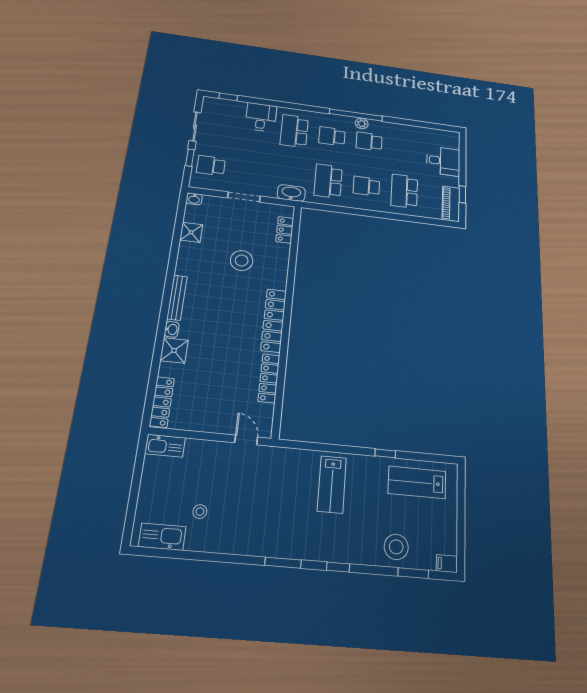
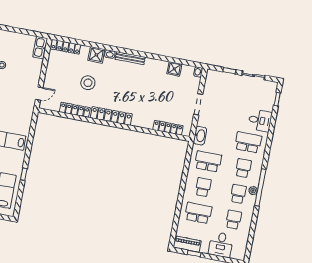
school desk: (211, 166) -> (233, 220), moved
locker: (285, 230) -> (168, 128), width x1.53
stool: (242, 261) -> (88, 83), moved

